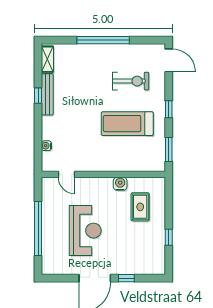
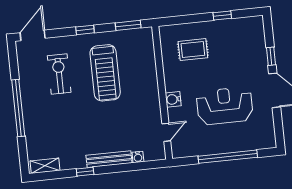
bench: (47, 94) -> (109, 159), moved
water cooler: (120, 184) -> (173, 99), moved

